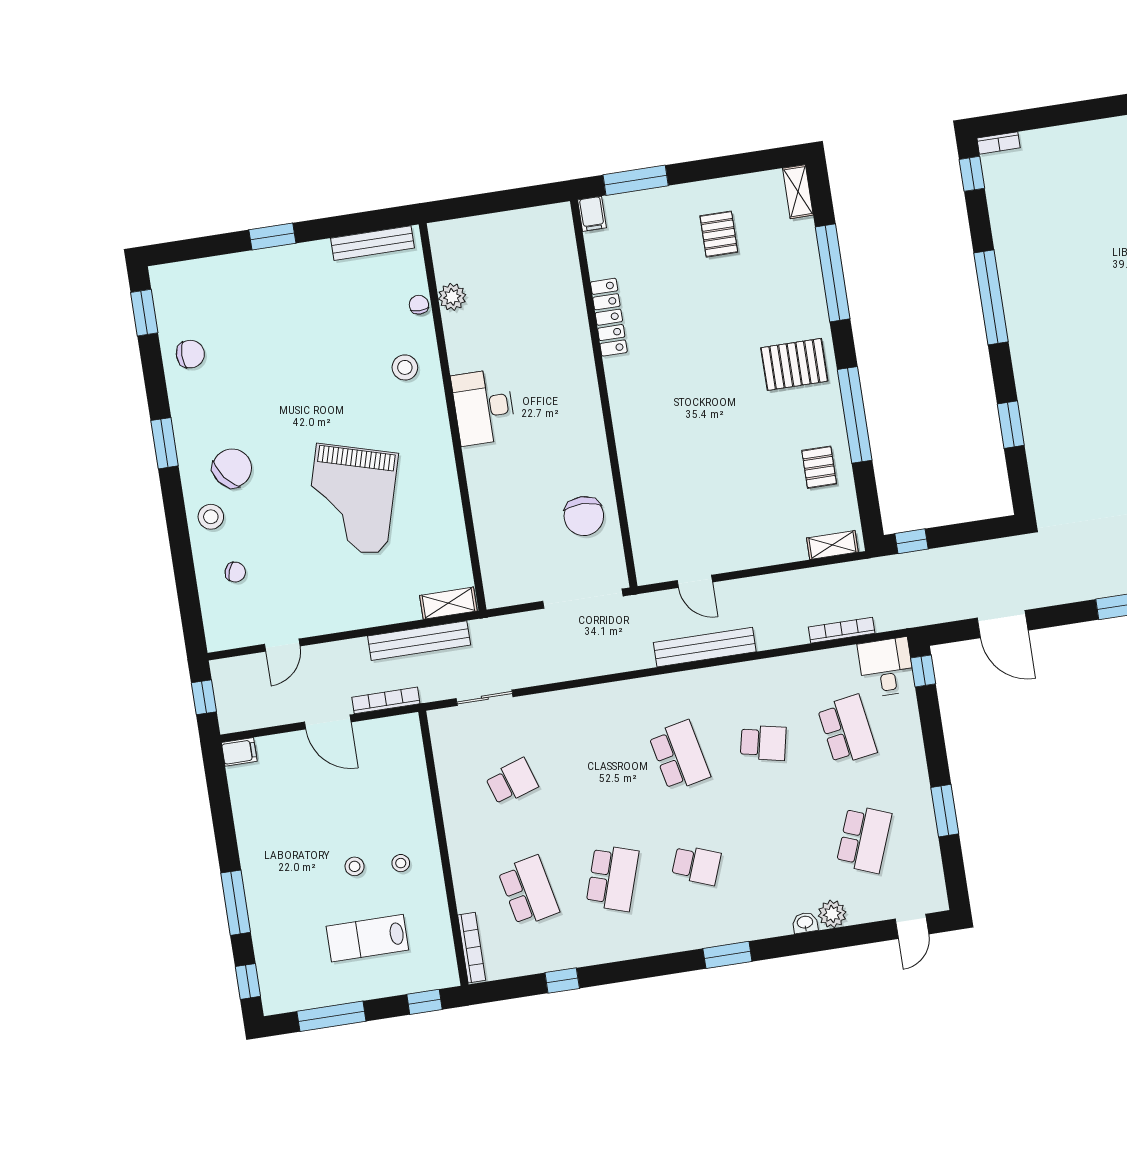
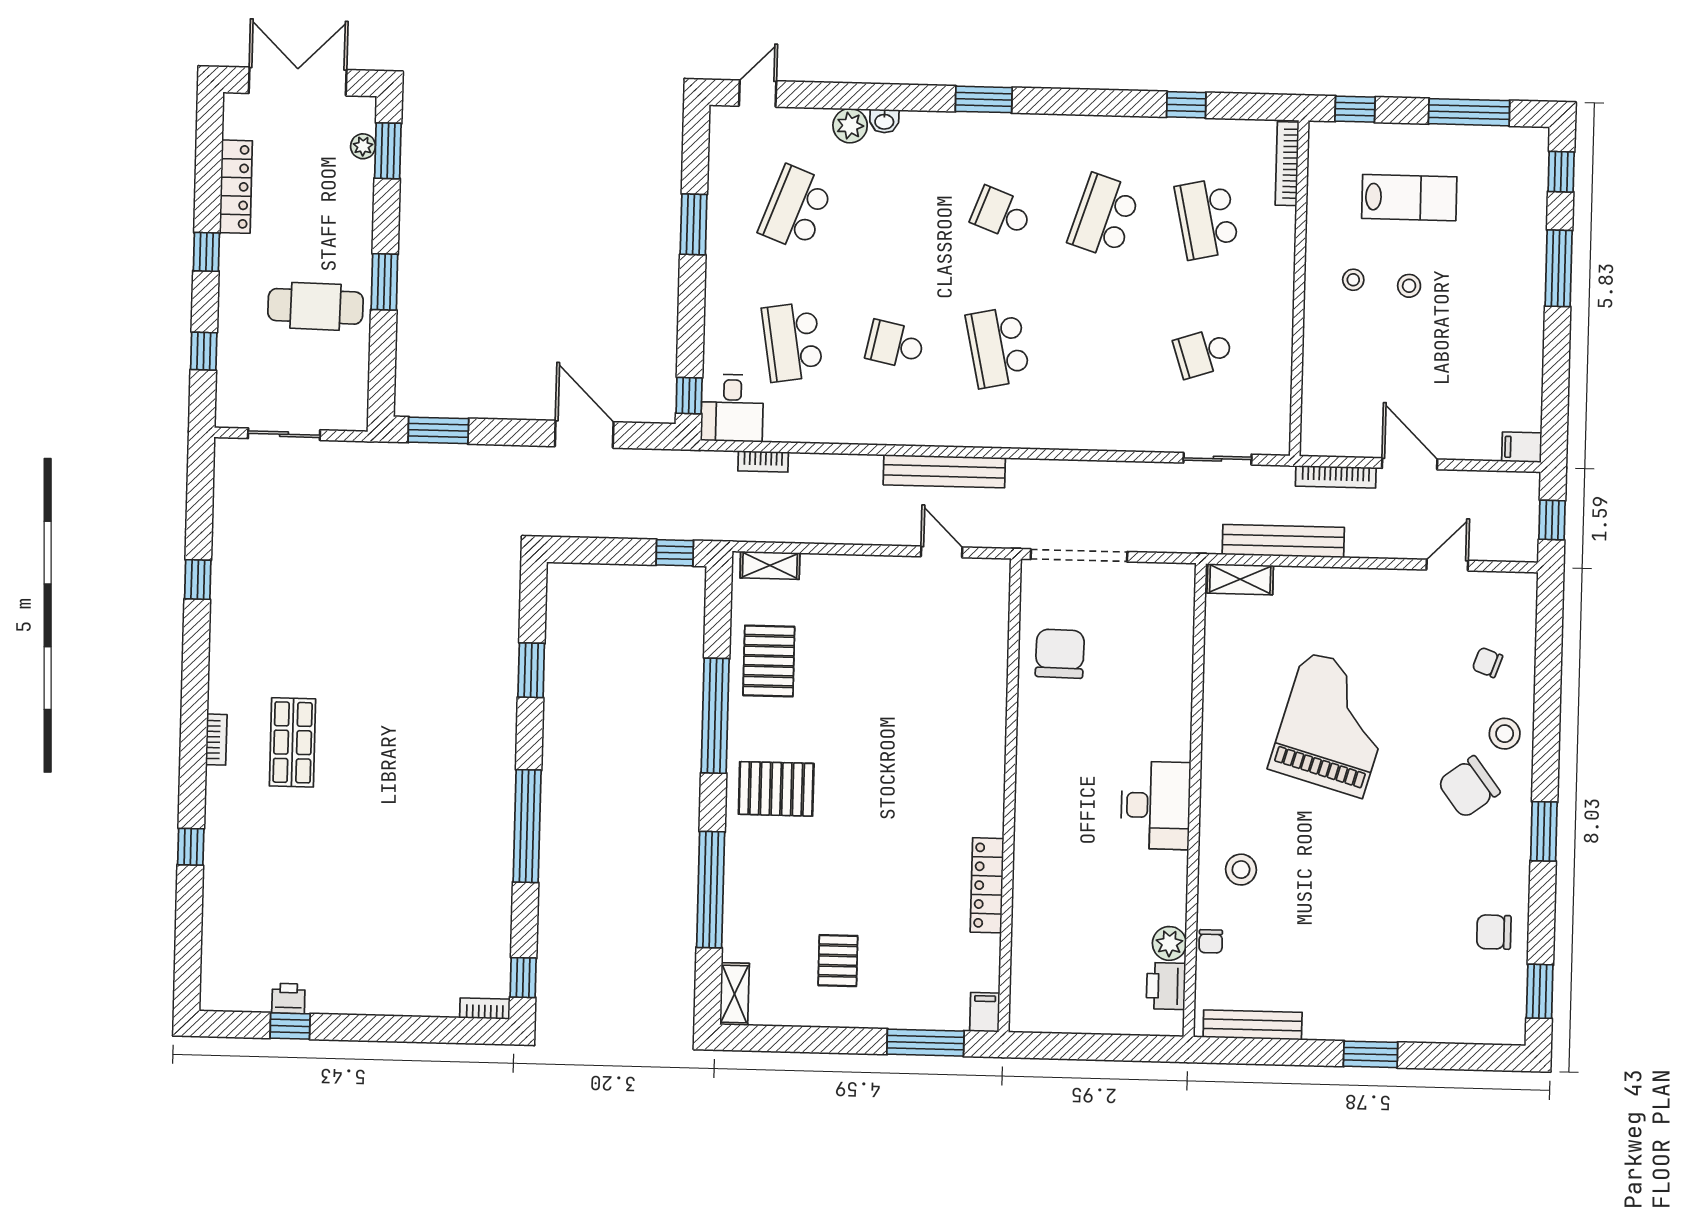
printer: (449, 262) -> (1166, 986), added
pallet: (819, 467) -> (769, 661), width x1.50, depth x1.42
bookcase: (842, 630) -> (763, 462), width x0.64

